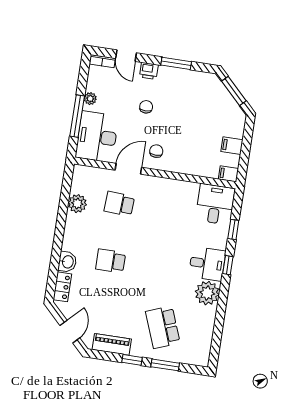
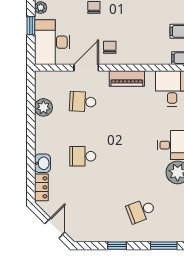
window: (77, 116) -> (31, 26), width x0.46
school desk: (163, 327) -> (141, 211), width x0.54
piano: (112, 344) -> (127, 79), moved, turned 180
window: (165, 365) -> (164, 246), moved

